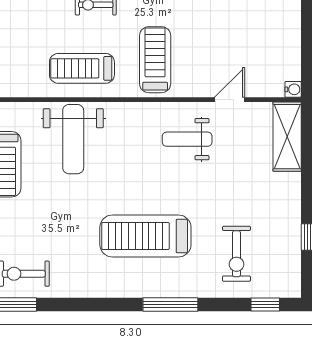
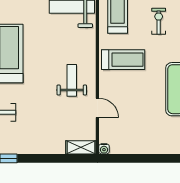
shelving: (287, 137) -> (81, 147), width x0.67, depth x0.75

